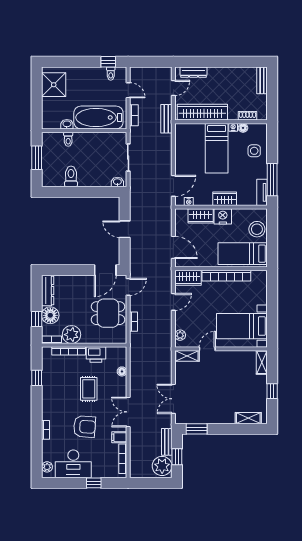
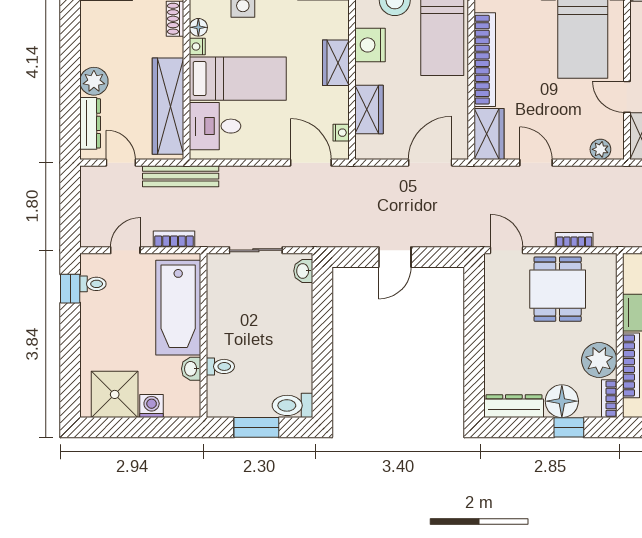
plant: (215, 74) -> (94, 81), added
washing machine: (48, 104) -> (152, 406), added
bench: (166, 119) -> (181, 176), width x1.36
desk: (192, 136) -> (215, 126), added
toilet: (71, 176) -> (292, 405), moved
nightstand: (223, 216) -> (370, 45), moved
door: (105, 270) -> (474, 295), removed

